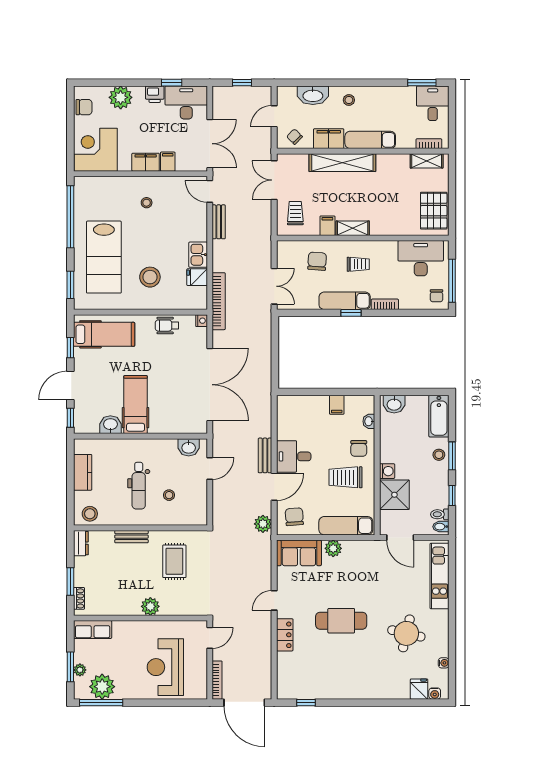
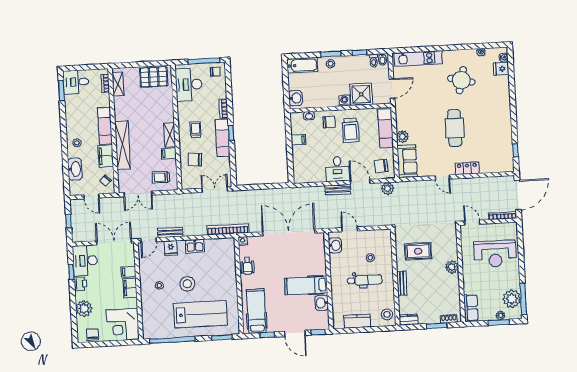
stool: (150, 277) -> (187, 284), moved
fridge: (197, 277) -> (171, 248), moved

